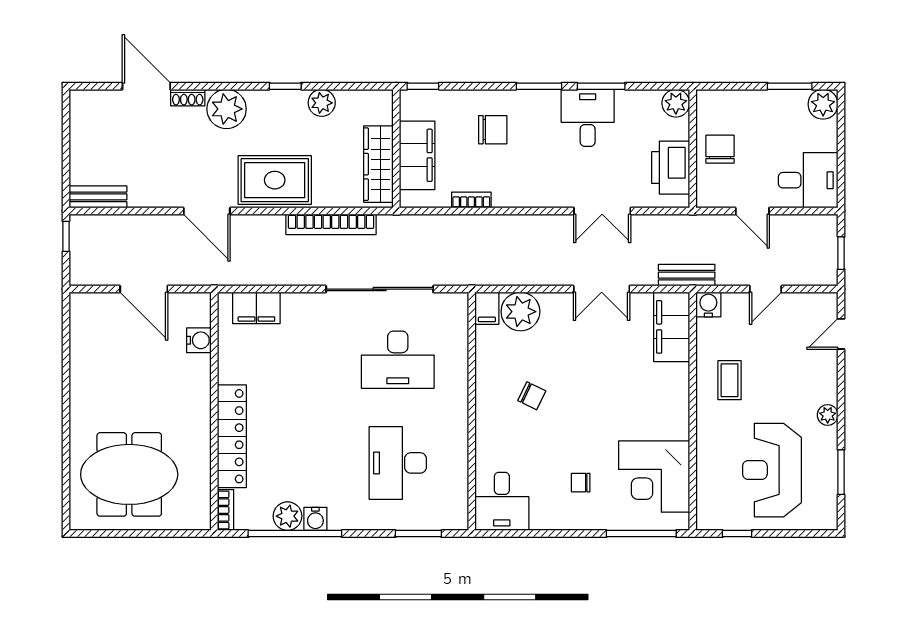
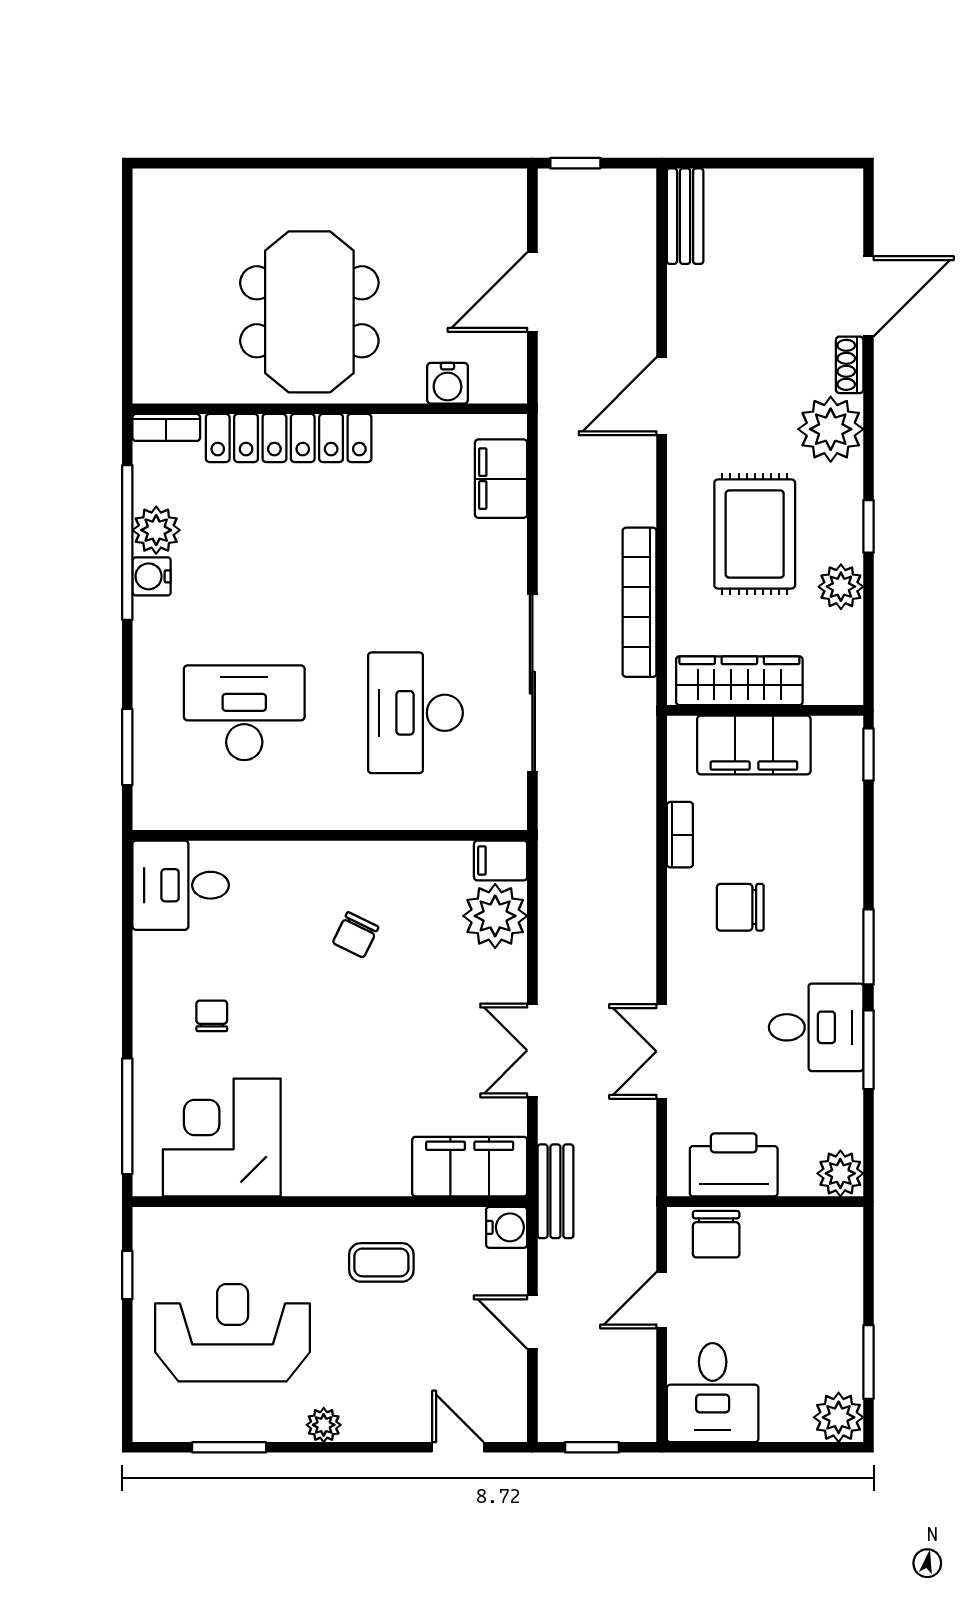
chair: (493, 130) -> (740, 907), moved, turned 90
chair: (720, 149) -> (716, 1234), moved, turned 90
rug: (275, 180) -> (755, 534), moved
window: (66, 236) -> (575, 163), moved
meeting table: (129, 474) -> (309, 312), moved

